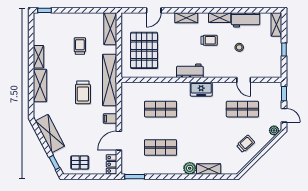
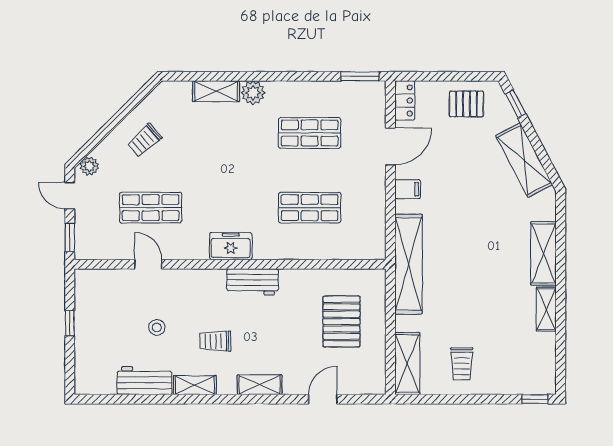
shelving: (276, 25) -> (85, 372), removed
trolley: (80, 46) -> (462, 364), moved
pallet: (144, 50) -> (342, 322), width x0.73, depth x0.71
trolley: (83, 92) -> (460, 240), removed

